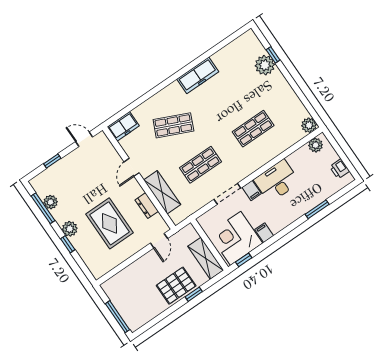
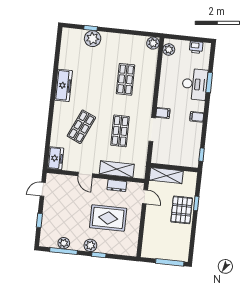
desk: (277, 181) -> (195, 84), moved, turned 180
filing cabinet: (264, 233) -> (197, 117), moved
corner desk: (236, 238) -> (184, 148), removed
shelving: (206, 258) -> (166, 176), moved

